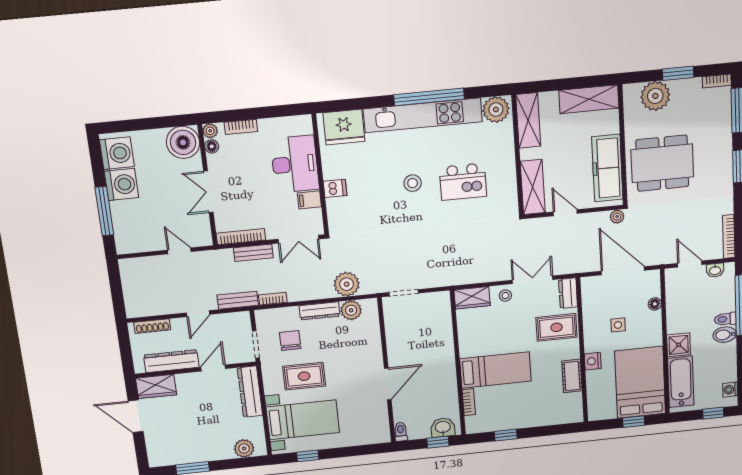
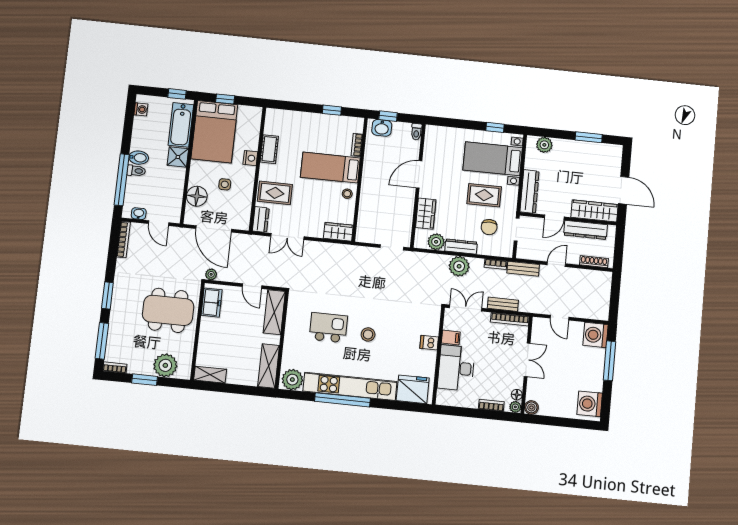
shelving: (589, 99) -> (210, 375), width x0.67, depth x0.75
boiler: (183, 142) -> (531, 407), width x0.54, depth x0.54
freezer: (607, 168) -> (212, 303), width x0.52, depth x0.79
washing machine: (121, 184) -> (595, 335), moved
plant: (347, 284) -> (459, 266), moved
stool: (505, 296) -> (347, 194), moved
floor lamp: (655, 304) -> (197, 196), width x1.89, depth x1.89
wardrobe: (370, 340) -> (426, 214), added
wardrobe: (156, 386) -> (594, 211), width x1.50
window: (713, 413) -> (177, 94), moved

